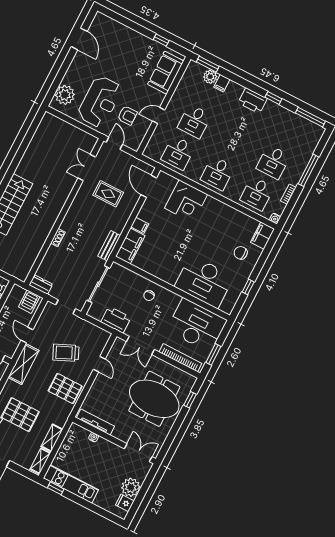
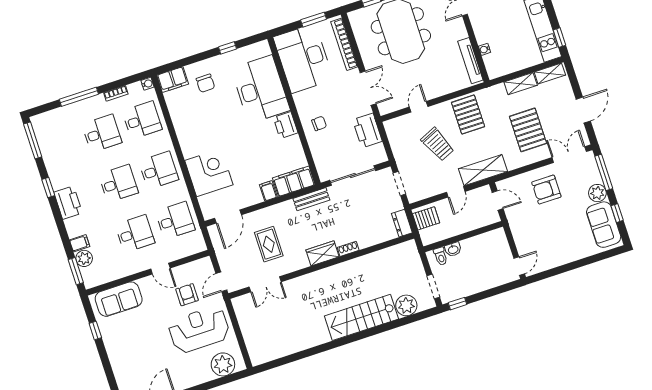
desk: (234, 142) -> (118, 183), added
wardrobe: (71, 220) -> (322, 253), added
printer: (168, 275) -> (286, 125), added

